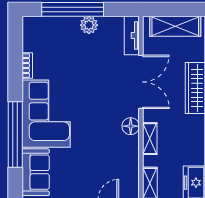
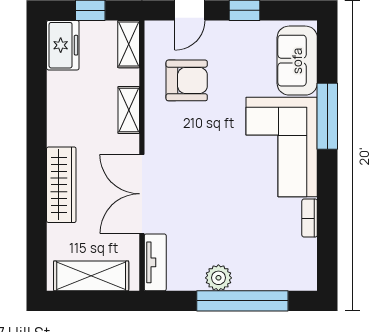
floor lamp: (131, 126) -> (157, 129), removed
window: (15, 134) -> (327, 116), width x0.68
armchair: (110, 159) -> (187, 80), added

